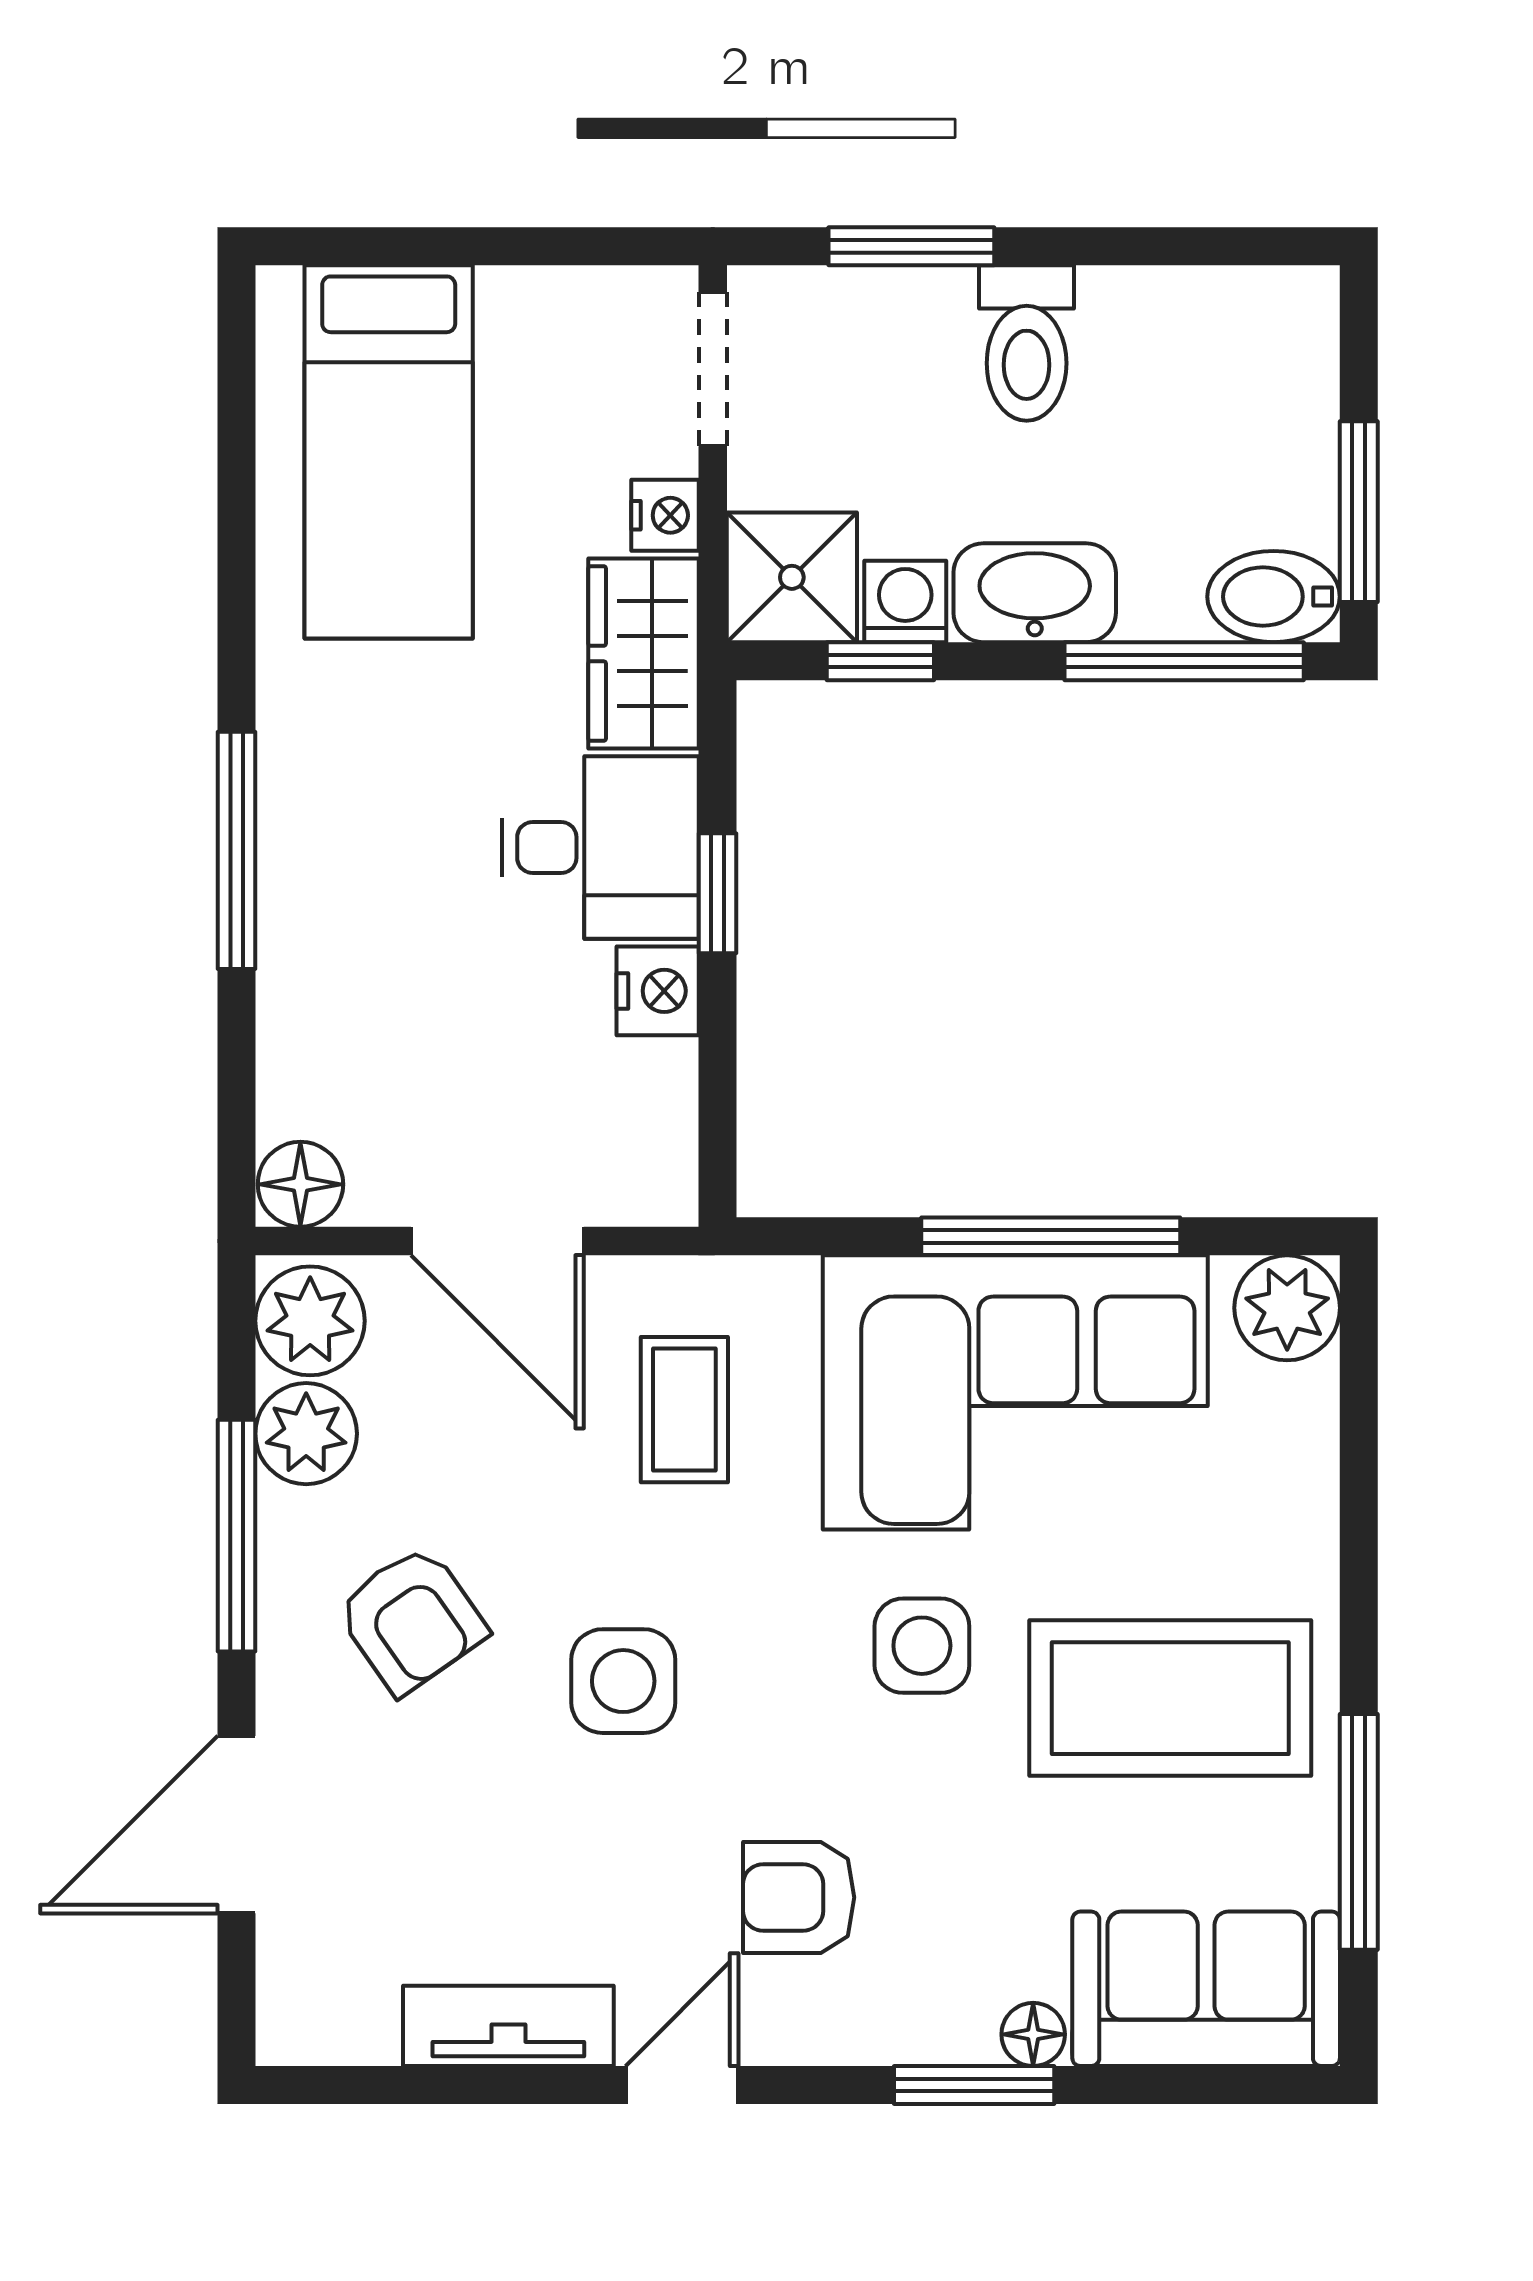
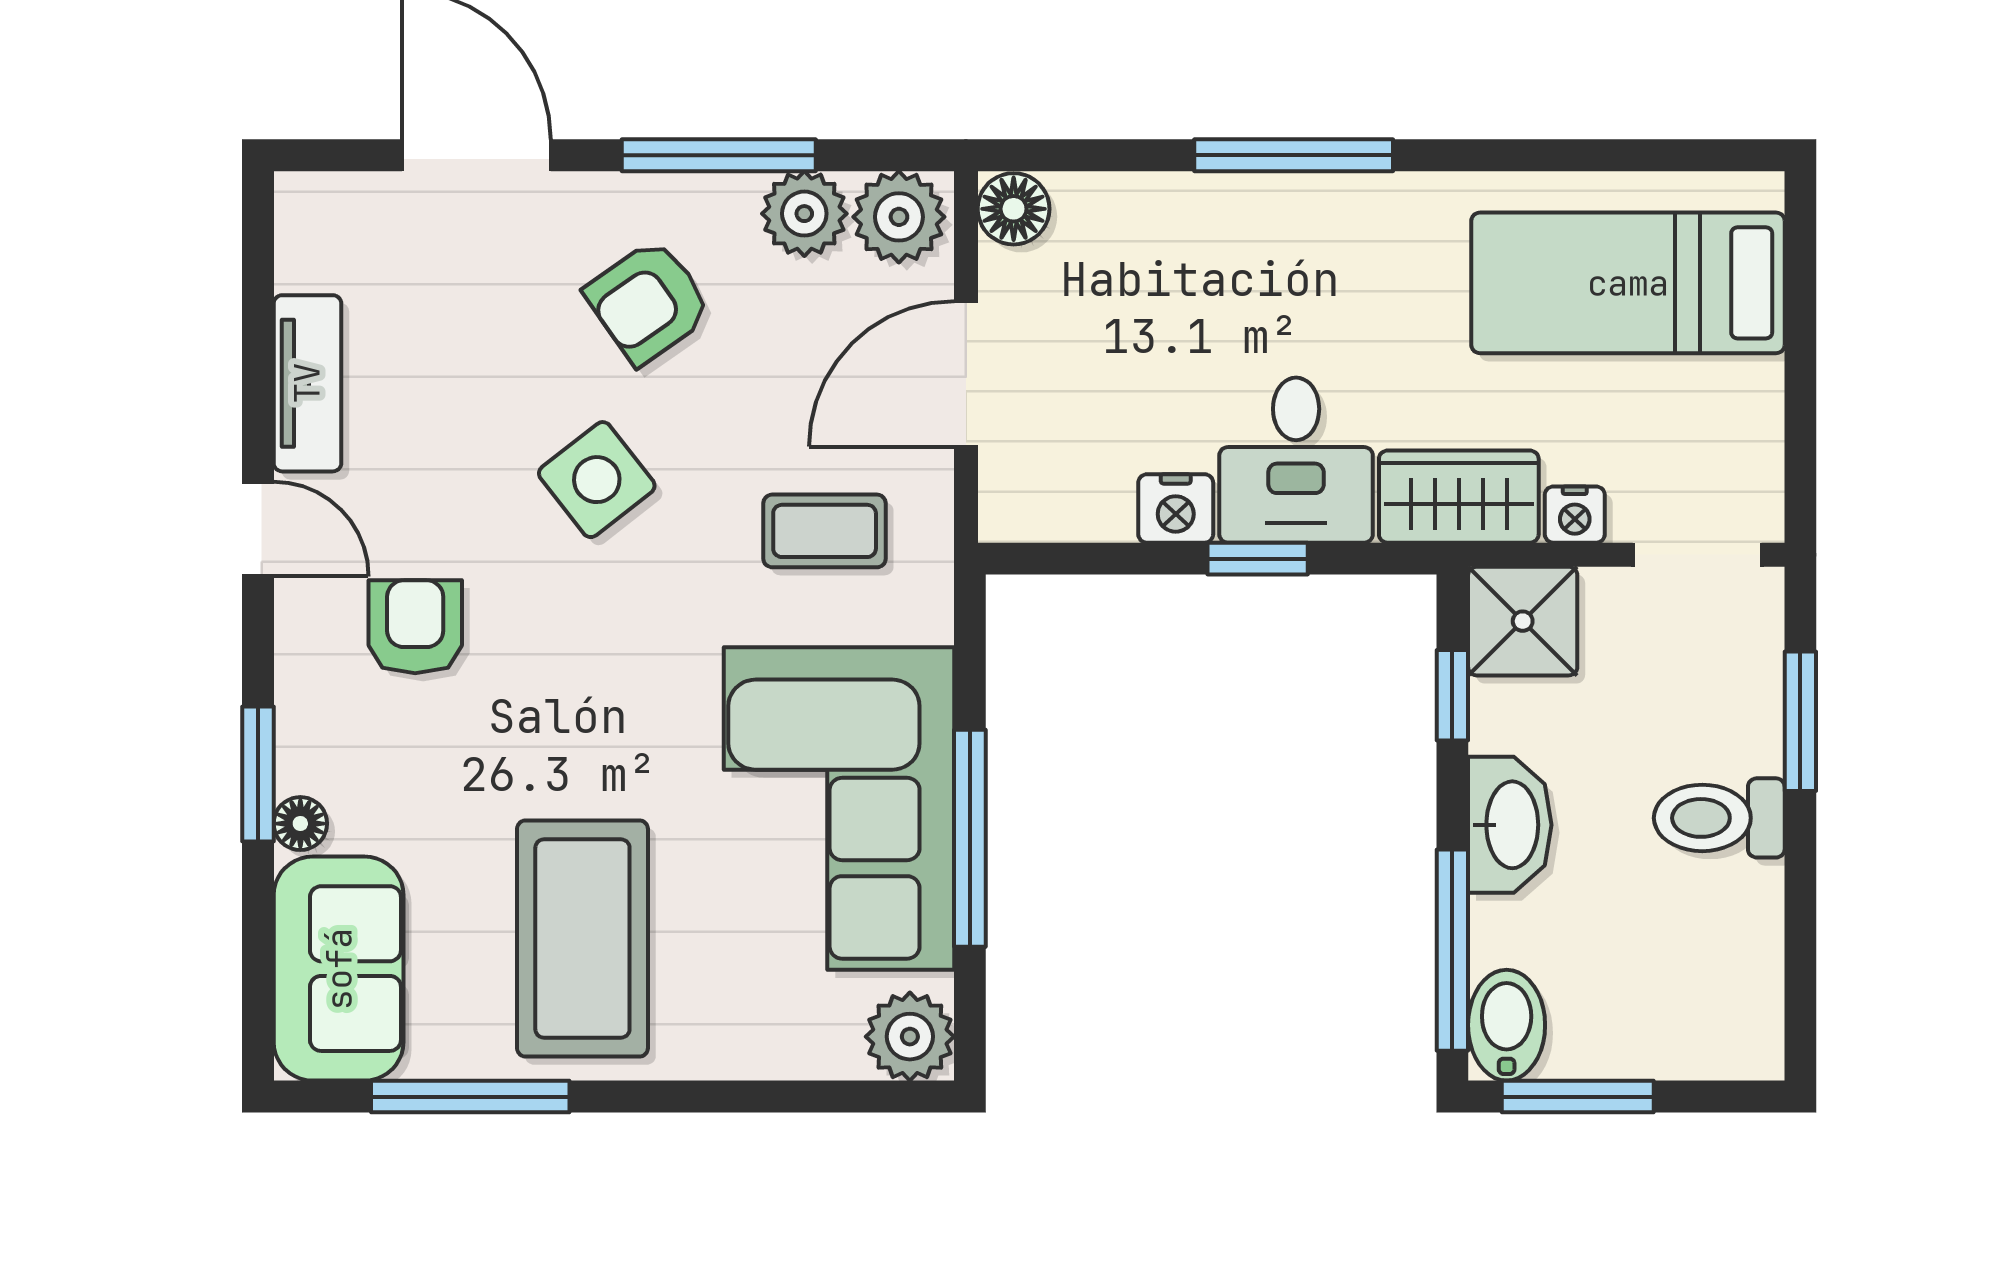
washing machine: (905, 601) -> (1502, 716), removed
side table: (922, 1646) -> (626, 730), removed
side table: (623, 1681) -> (597, 480), turned -38

